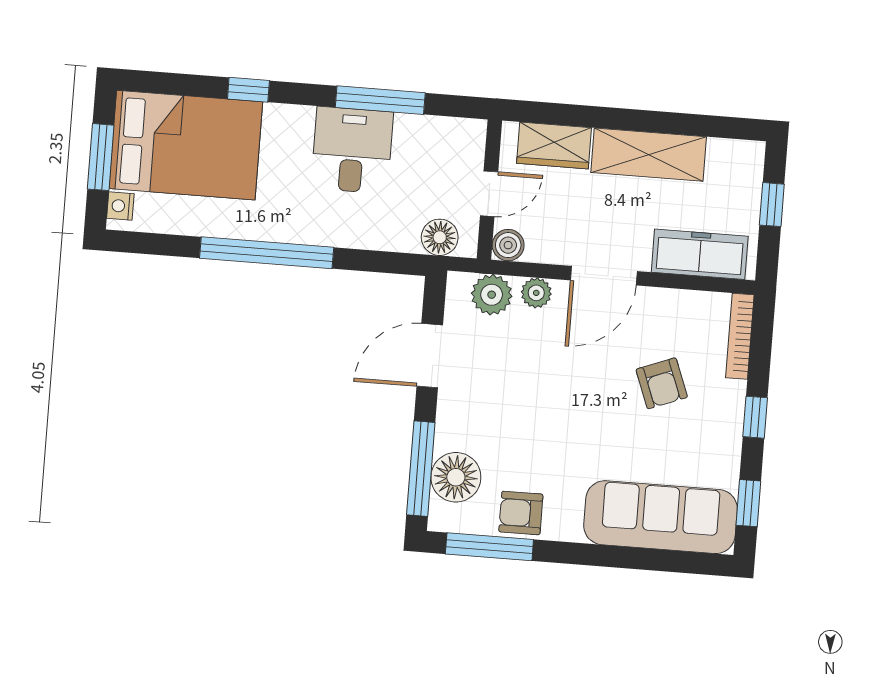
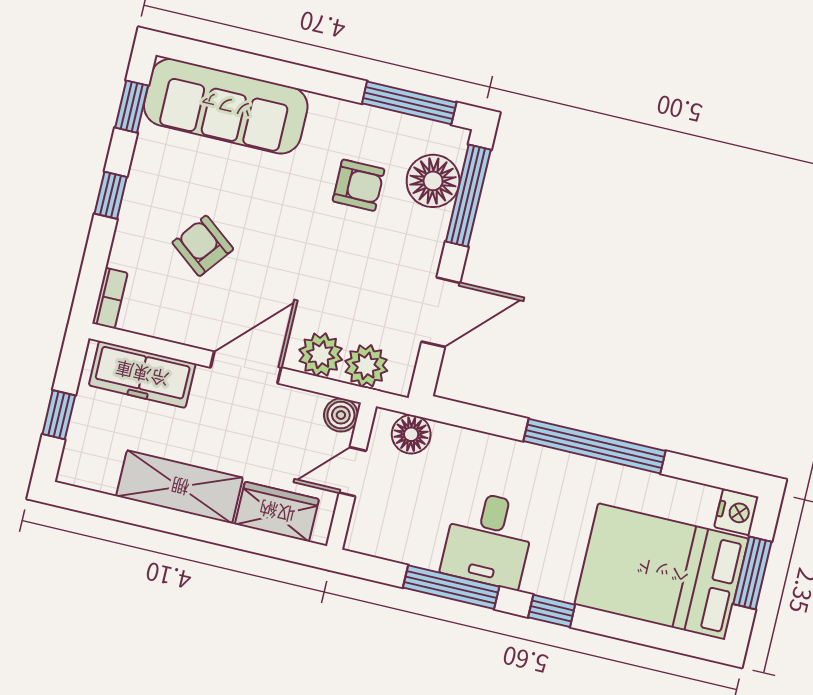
window: (248, 90) -> (552, 611), moved
nightstand: (120, 206) -> (736, 512), width x1.39, depth x1.35
plant: (536, 293) -> (321, 355), width x1.38, depth x1.38
bookcase: (740, 336) -> (110, 298), width x0.64
armchair: (662, 383) -> (203, 246), turned -31
armchair: (521, 513) -> (359, 185), moved

